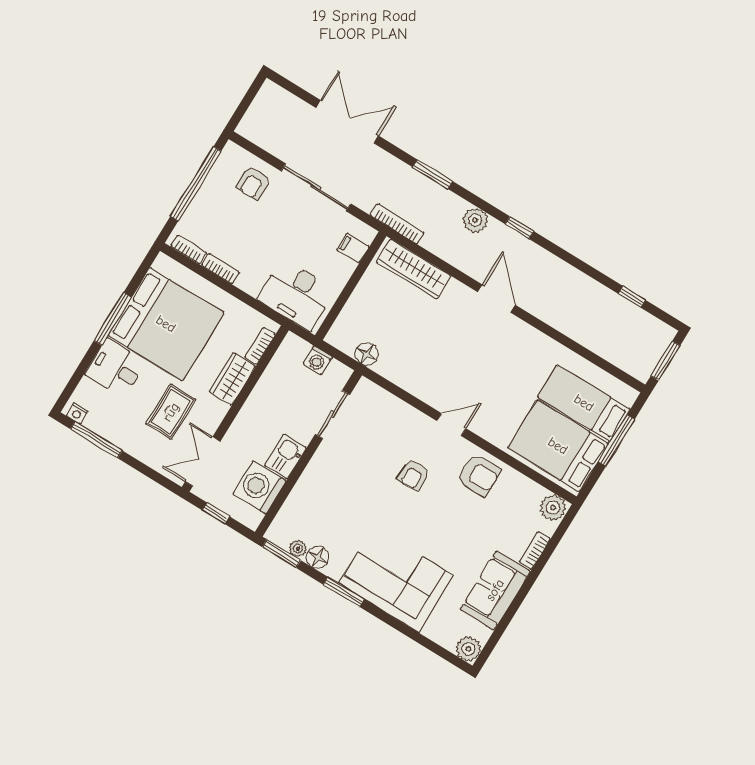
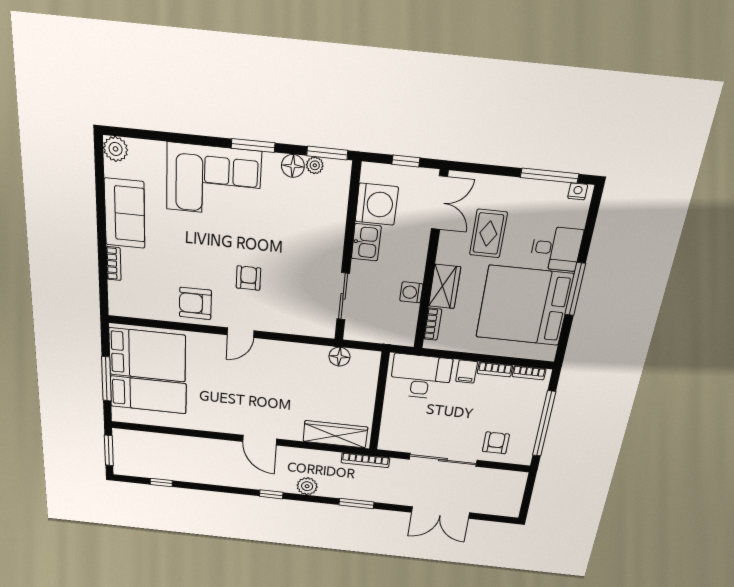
filing cabinet: (353, 248) -> (467, 372), moved, turned 90
washing machine: (318, 360) -> (411, 292), moved, turned -90
plant: (553, 508) -> (121, 305), removed

